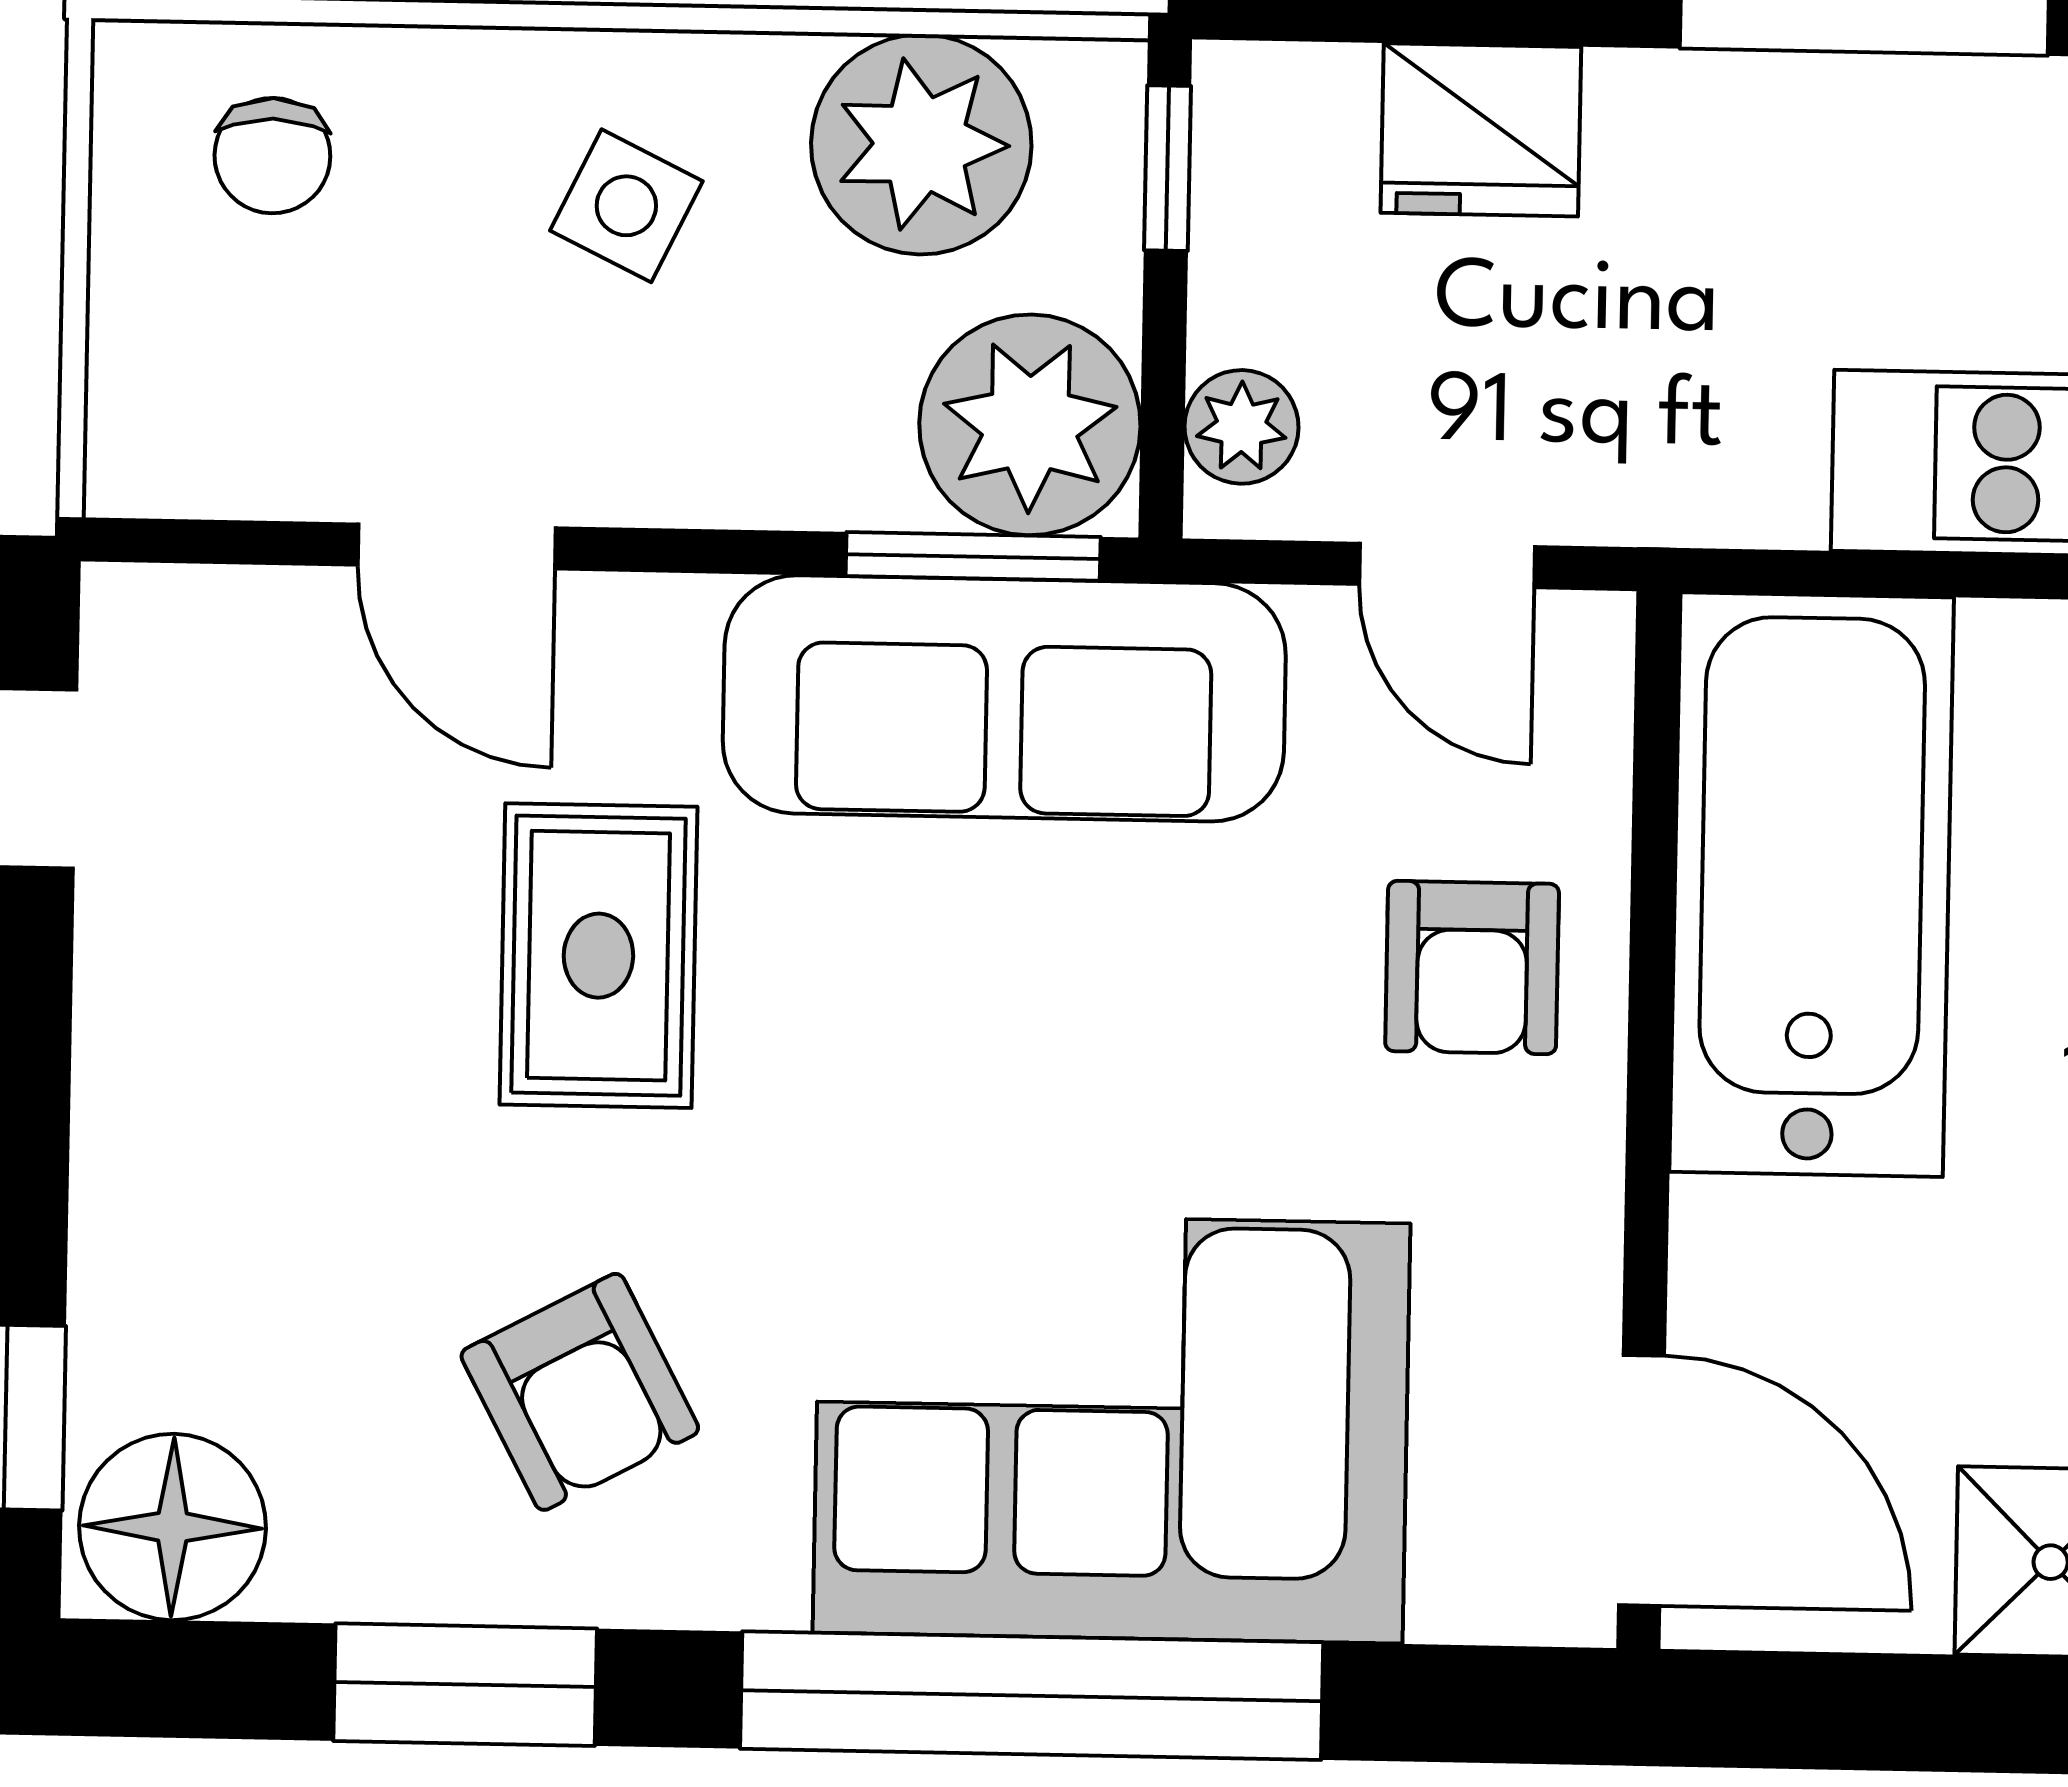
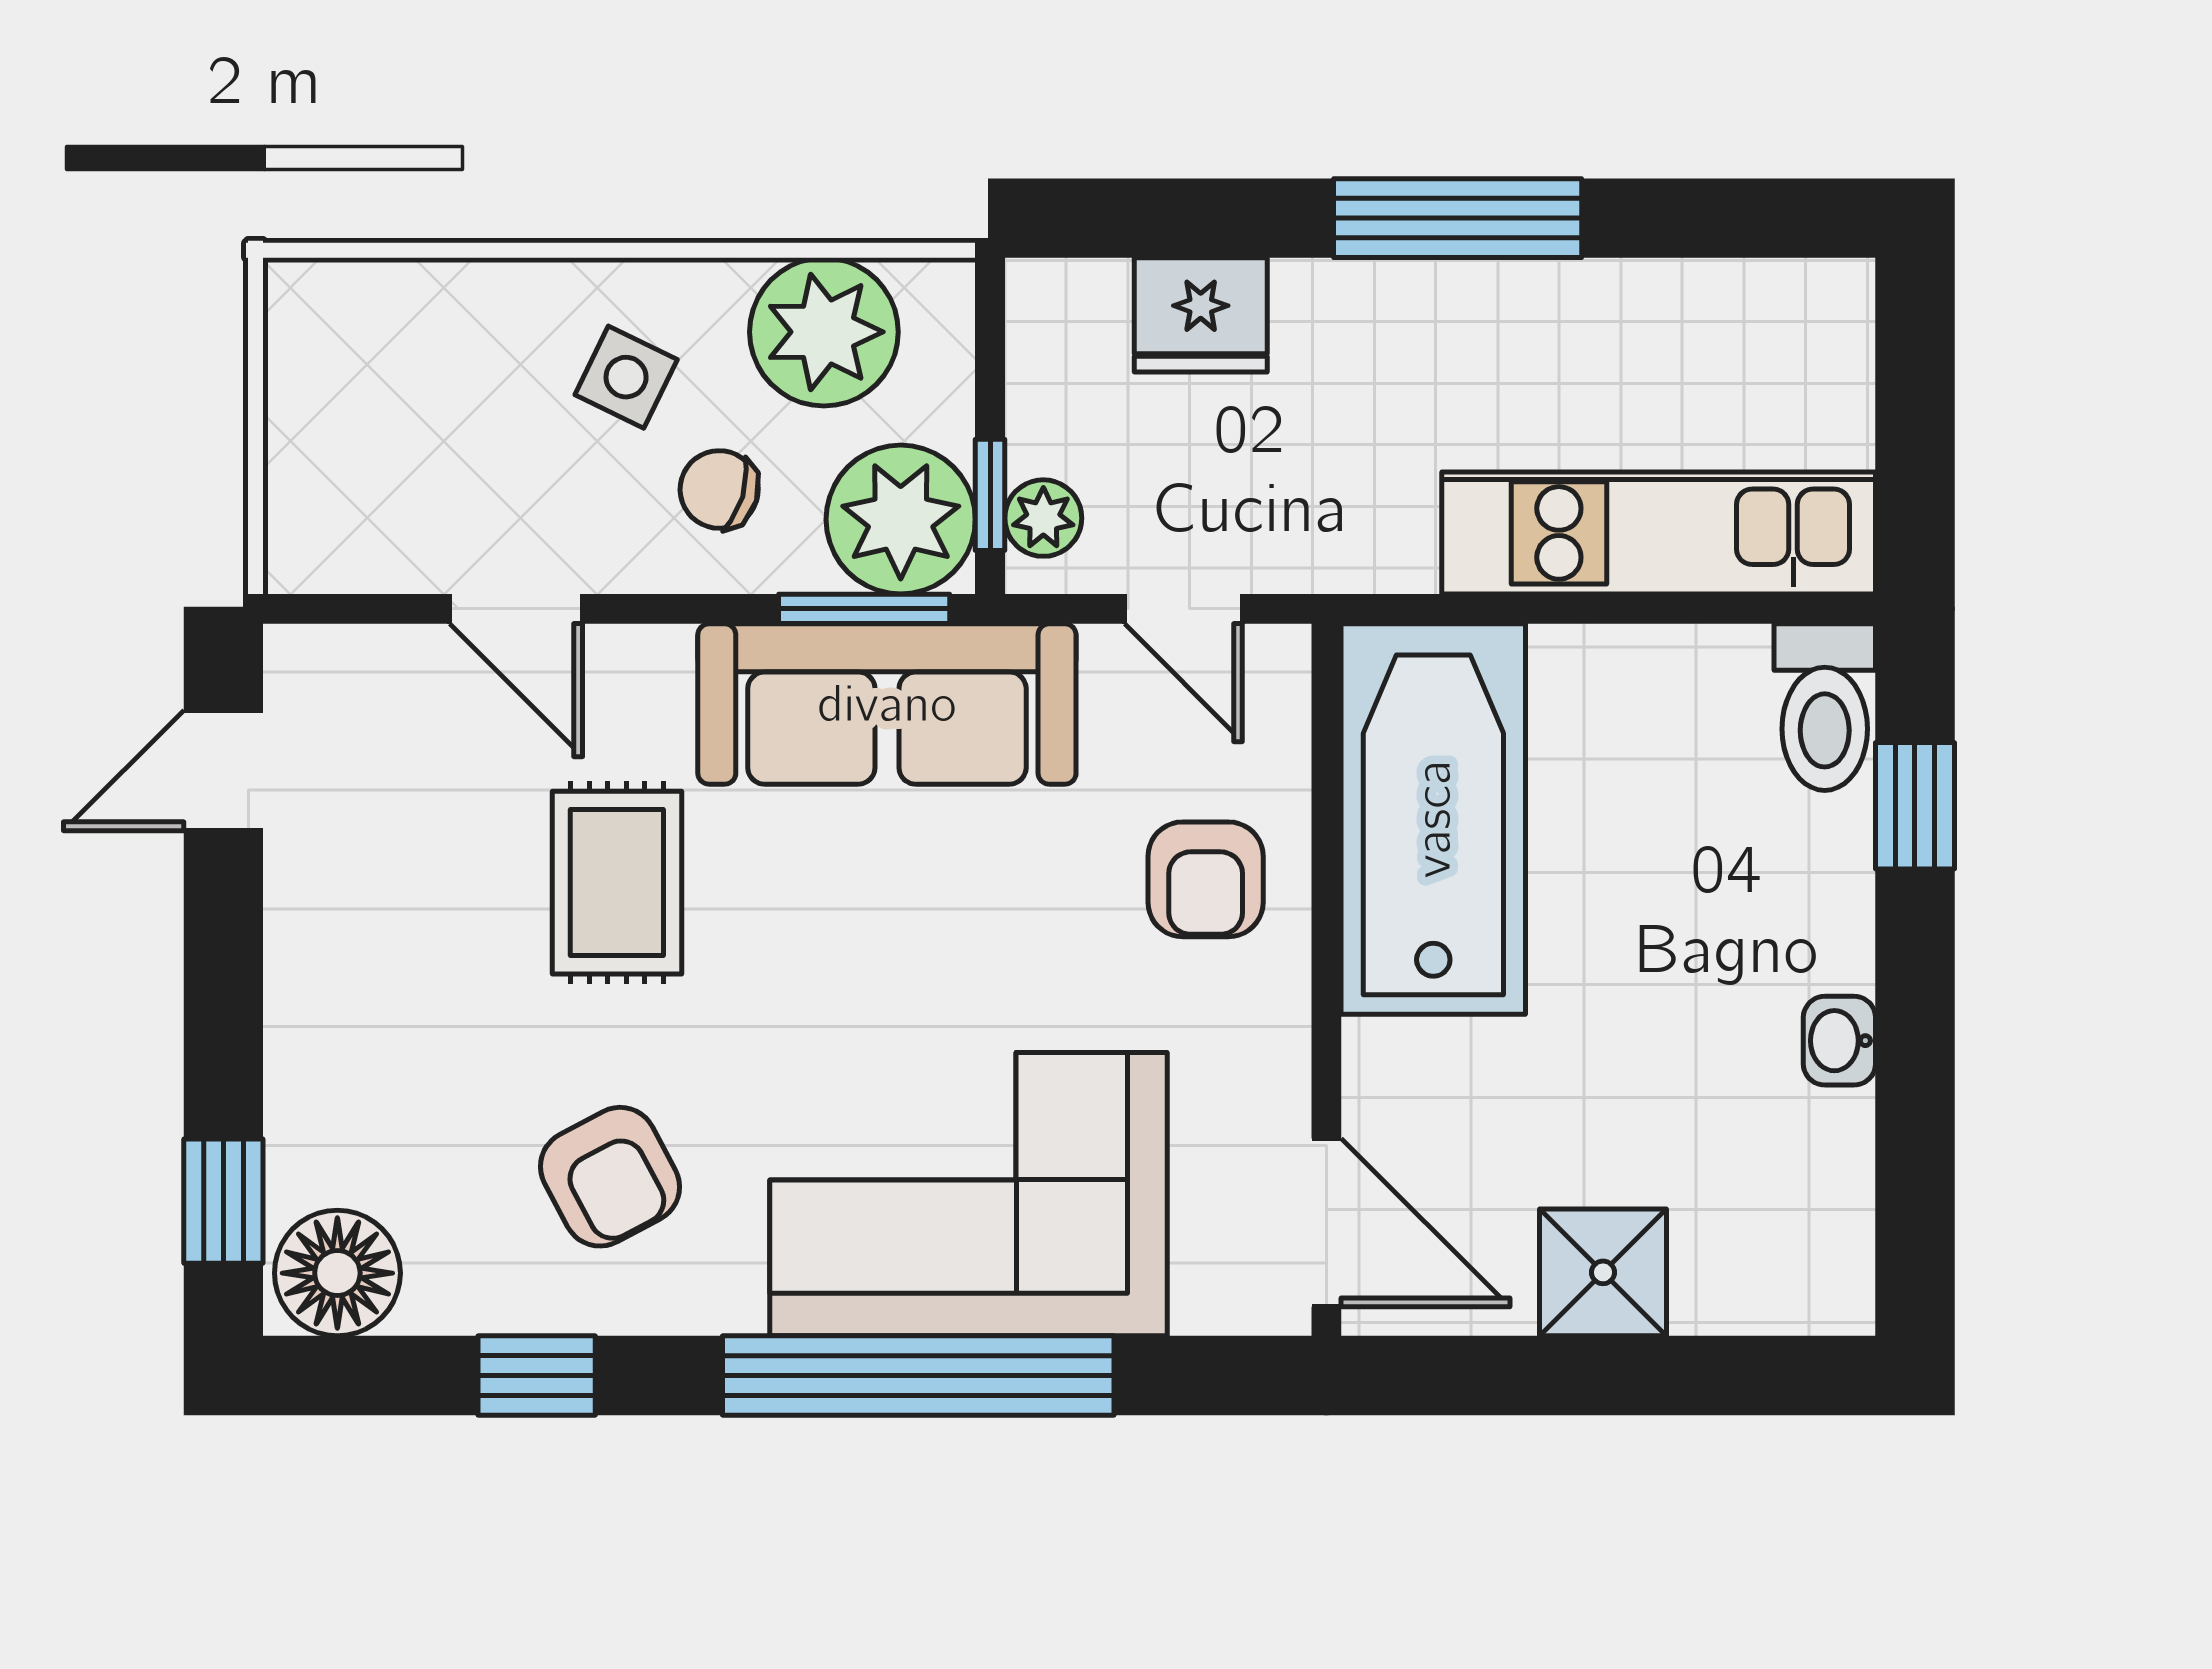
chair: (272, 156) -> (719, 489), moved, turned 107
window: (1167, 168) -> (990, 495), moved
window: (465, 1685) -> (537, 1375), width x0.67

